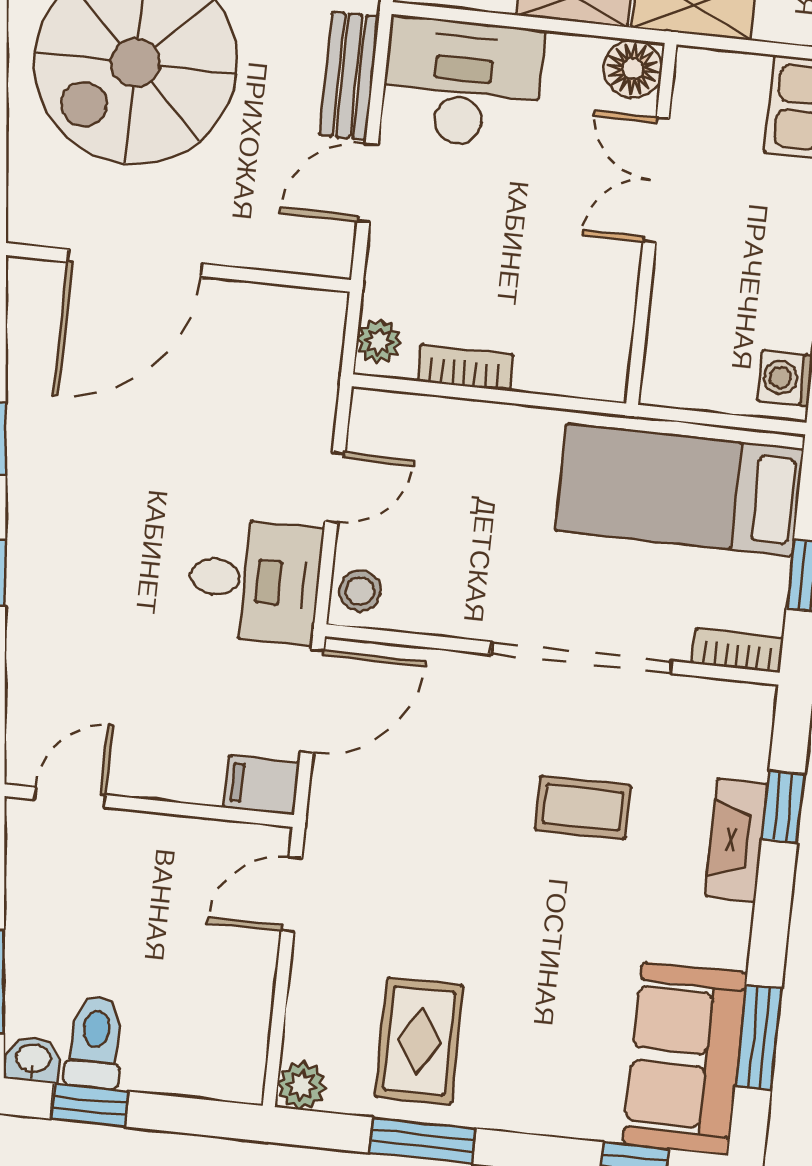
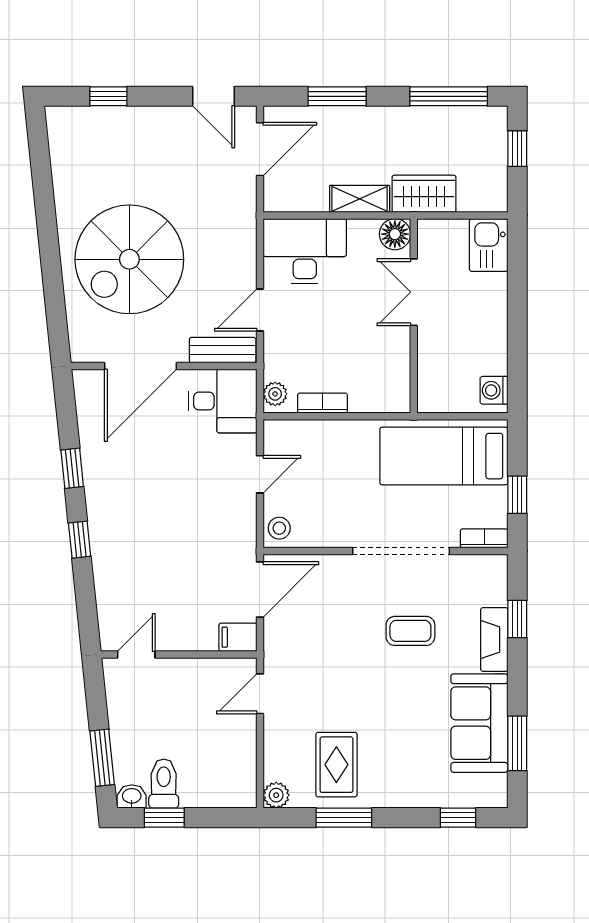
bench: (349, 76) -> (223, 350), moved, turned 90
desk: (255, 581) -> (222, 401), moved
sofa: (685, 1059) -> (479, 723), moved

